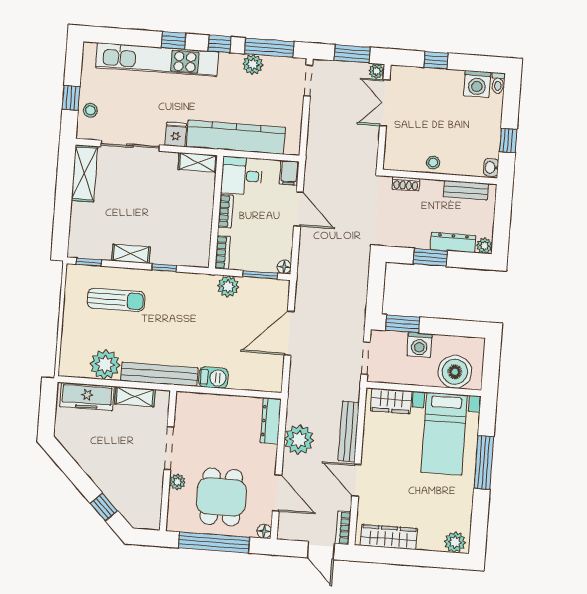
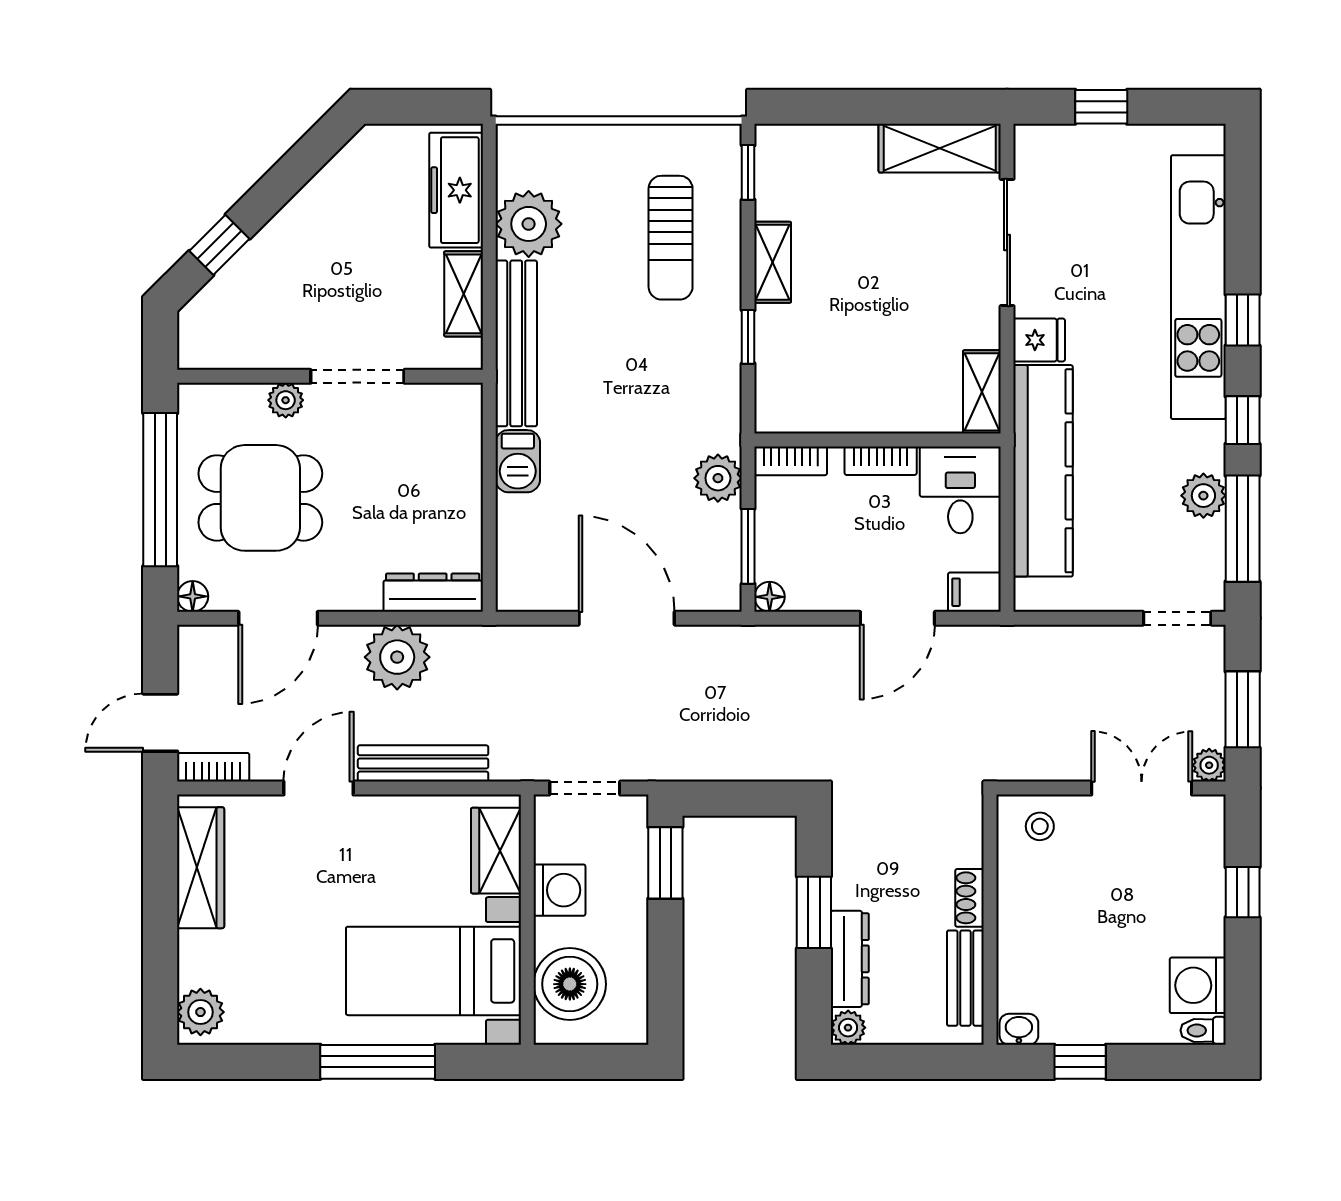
stool: (90, 110) -> (1077, 151), removed
stool: (433, 163) -> (1040, 826), moved
shoe rack: (406, 184) -> (970, 898), moved
washing machine: (419, 345) -> (560, 890), moved, turned 180

